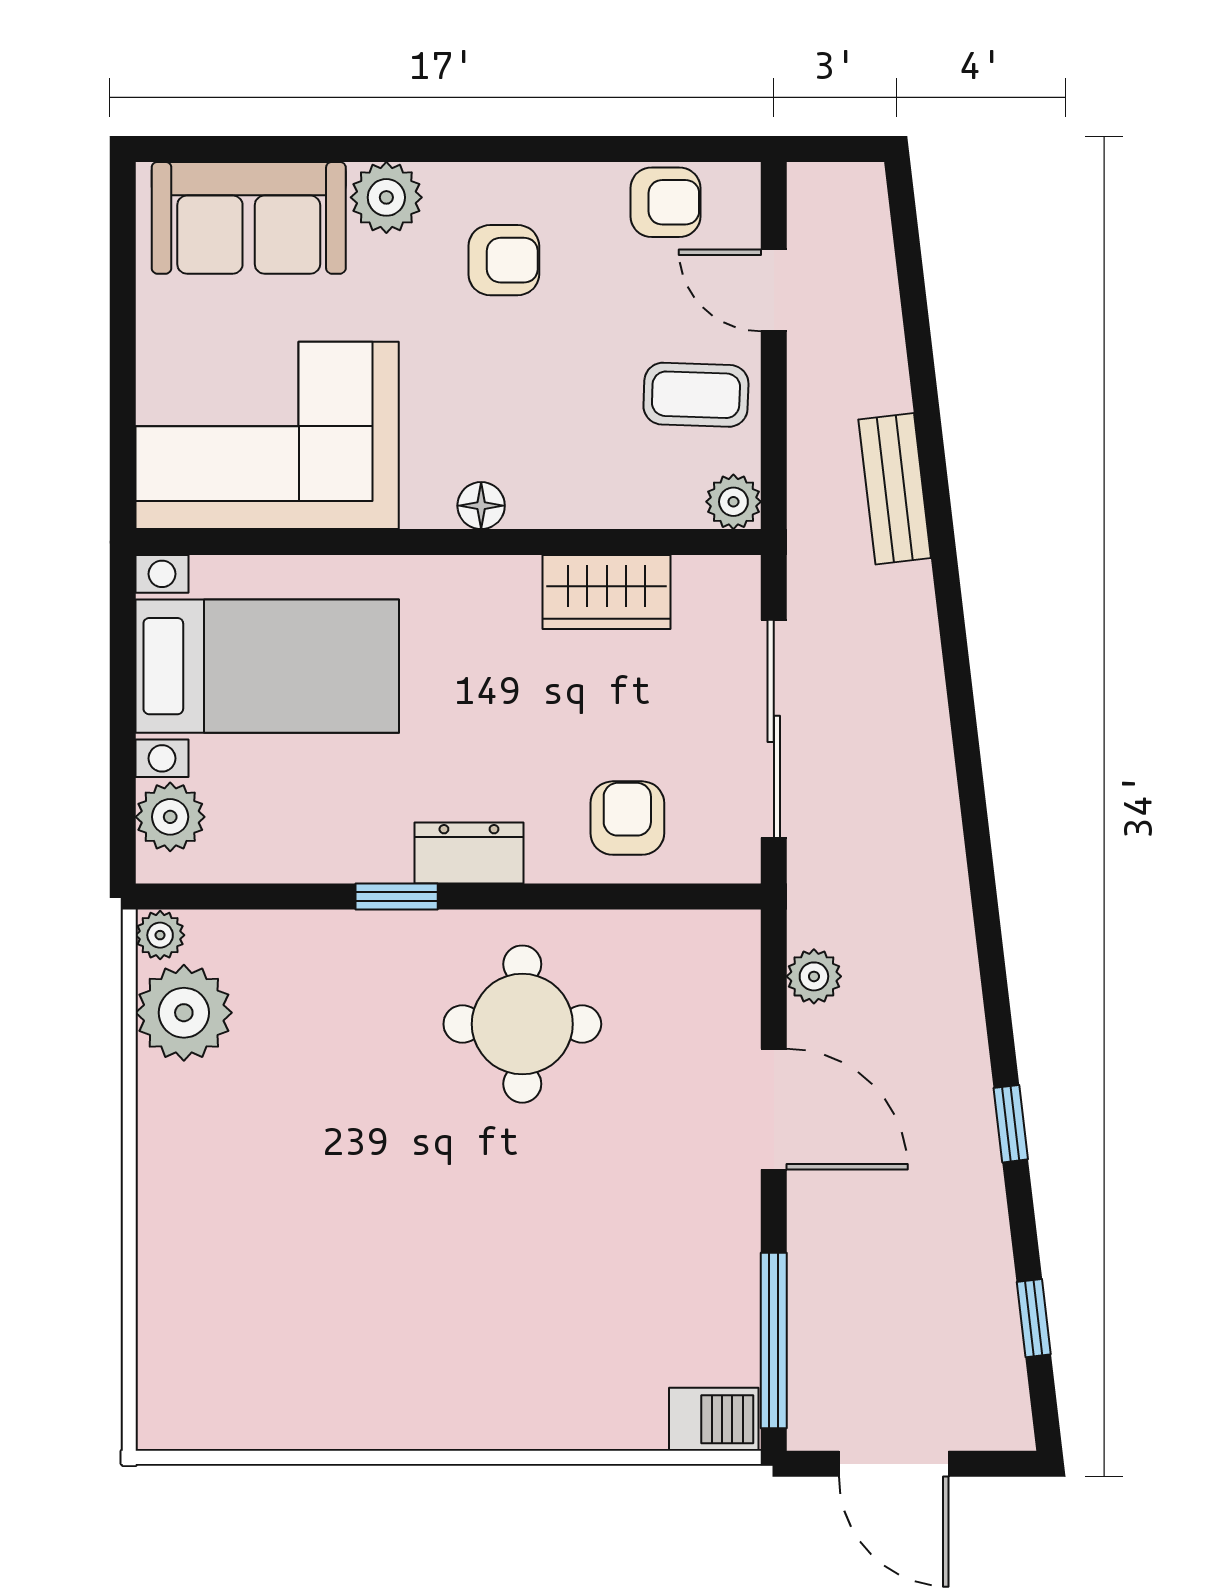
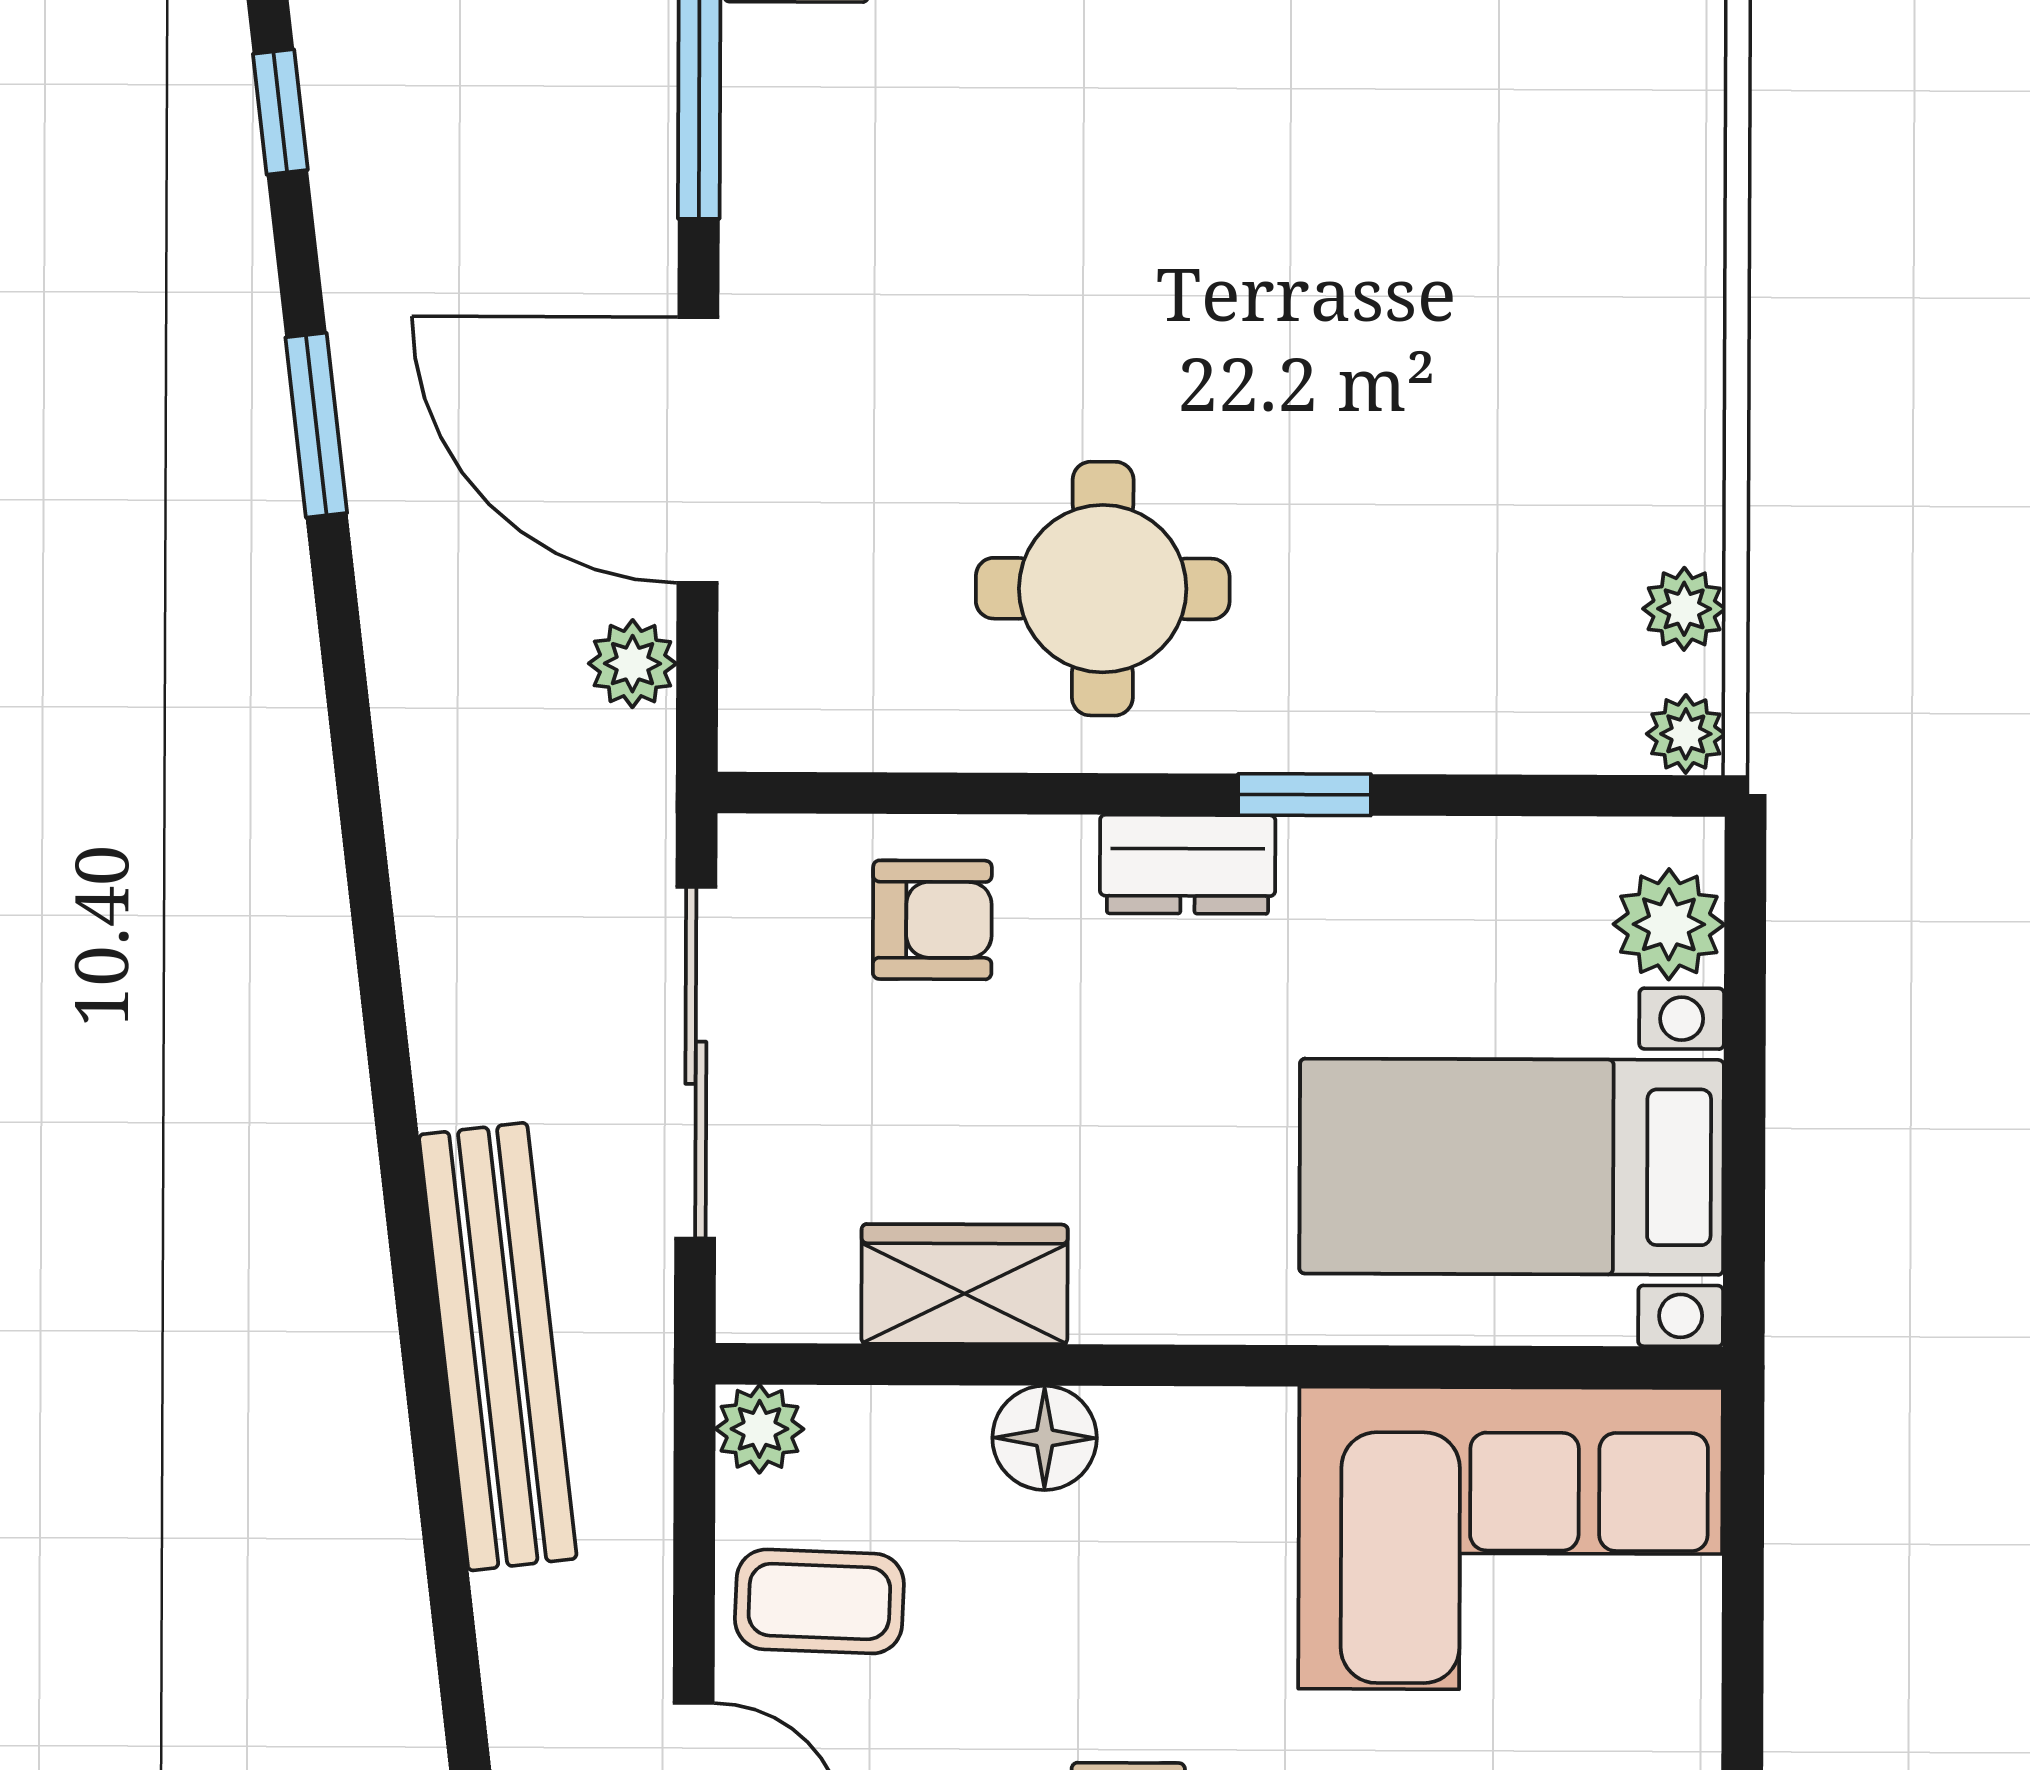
bench: (895, 489) -> (498, 1347), width x1.86, depth x1.21
floor lamp: (481, 506) -> (1045, 1438), moved, width x1.37, depth x1.37
armchair: (627, 818) -> (932, 920), turned -90
plant: (184, 1013) -> (1684, 609), width x0.53, depth x0.53
door: (774, 1109) -> (698, 450), width x1.36
window: (1011, 1124) -> (316, 425), width x1.50

